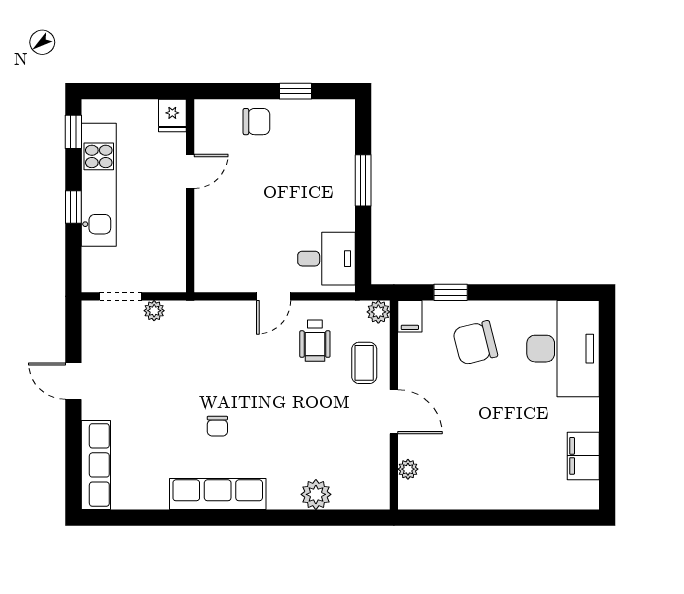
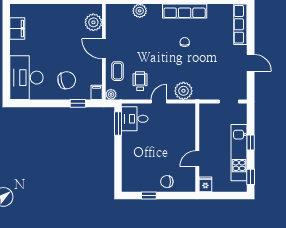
window: (363, 180) -> (118, 124), moved
plant: (154, 311) -> (183, 91), moved, width x1.88, depth x1.88
plant: (408, 469) -> (93, 22), width x1.87, depth x1.87

